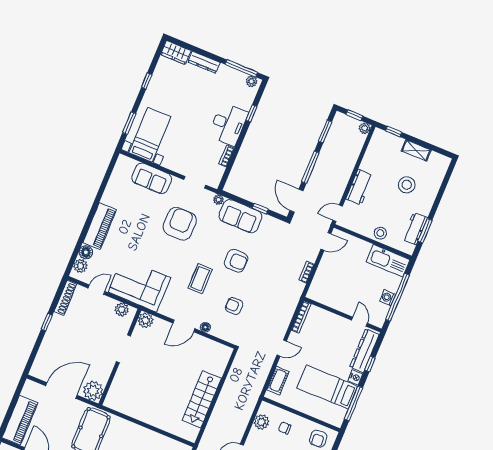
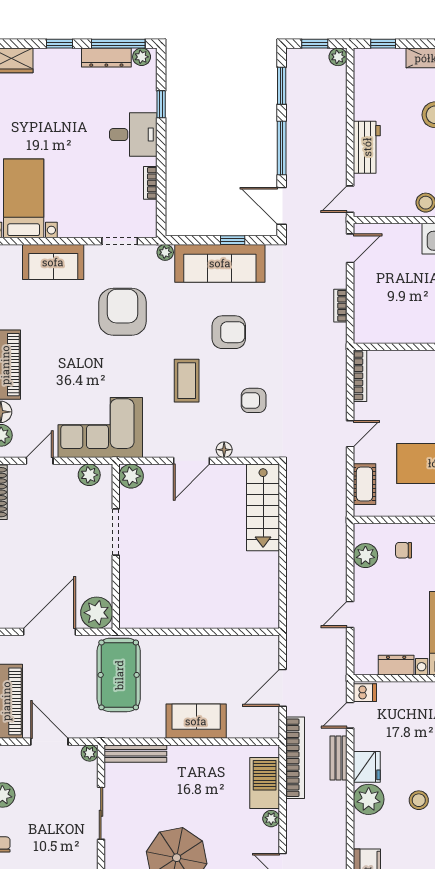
window: (207, 54) -> (60, 44), added
dresser: (204, 62) -> (106, 58), moved
desk: (228, 124) -> (133, 135), width x0.73
sofa: (240, 216) -> (220, 263), width x1.36
stairs: (202, 399) -> (263, 507), moved

